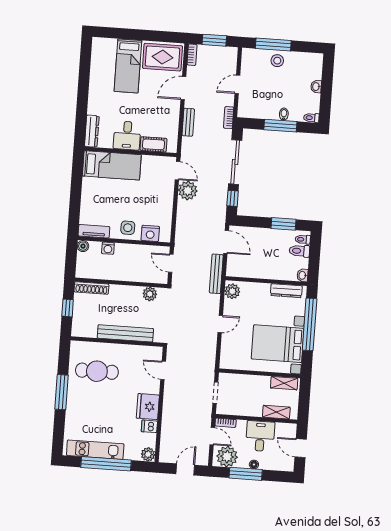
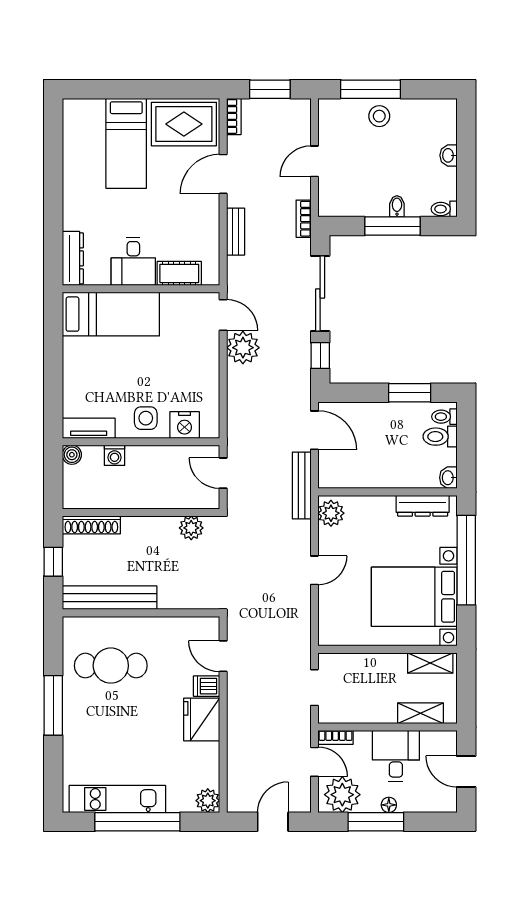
bench: (125, 333) -> (110, 598), moved
dishwasher: (149, 426) -> (207, 686), moved

